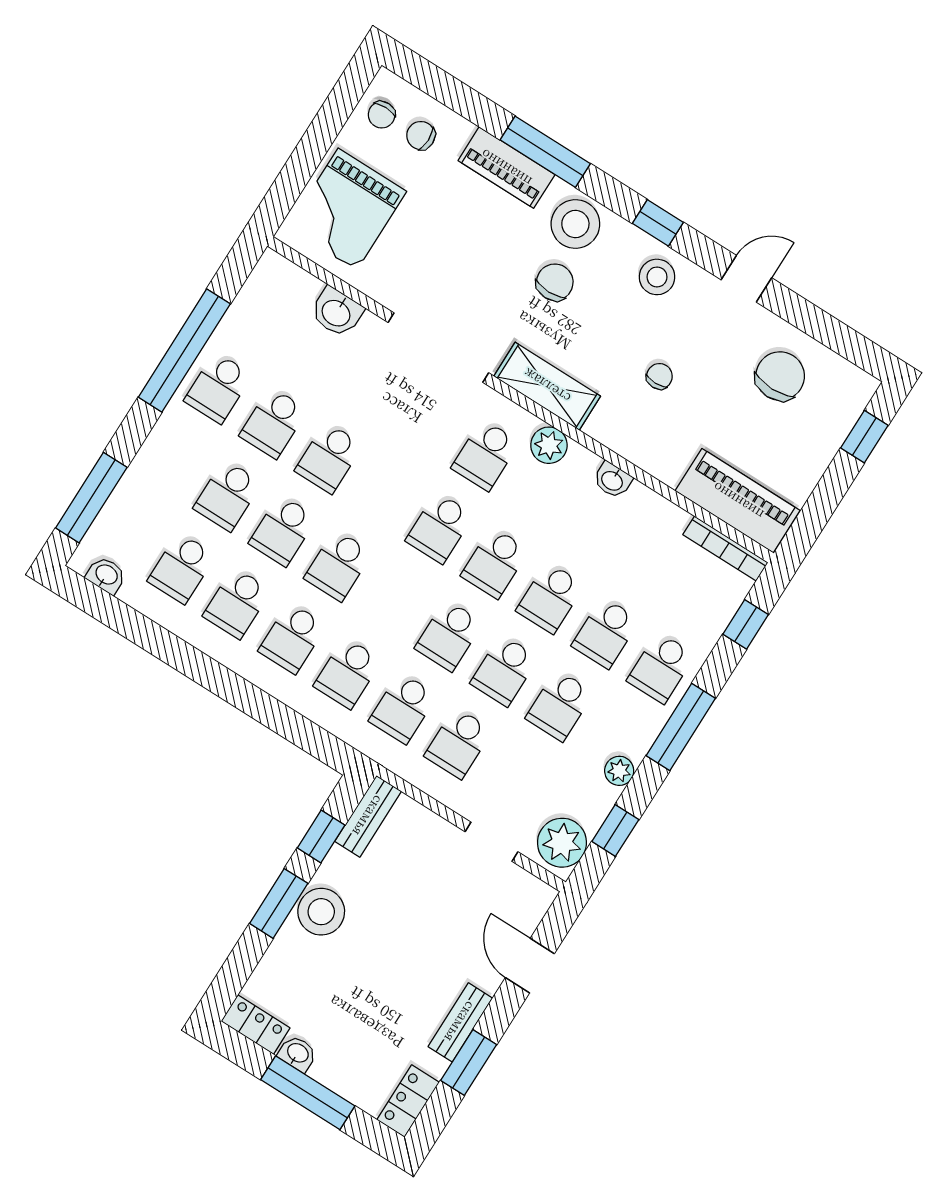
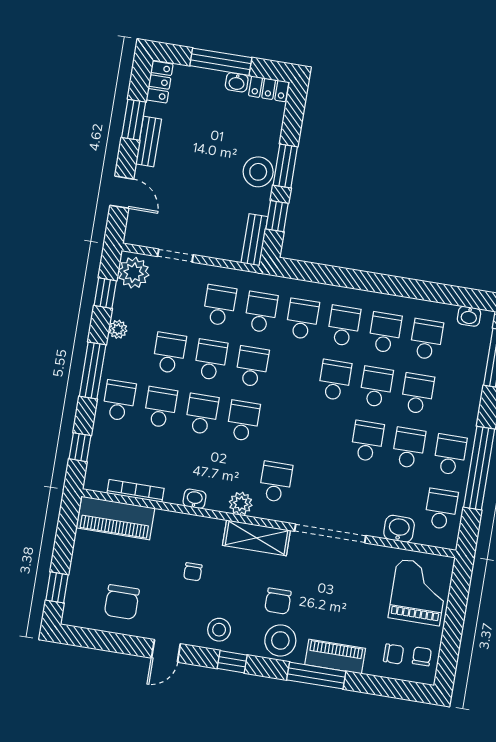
school desk: (439, 528) -> (441, 509), moved
bookcase: (725, 549) -> (136, 491), moved

